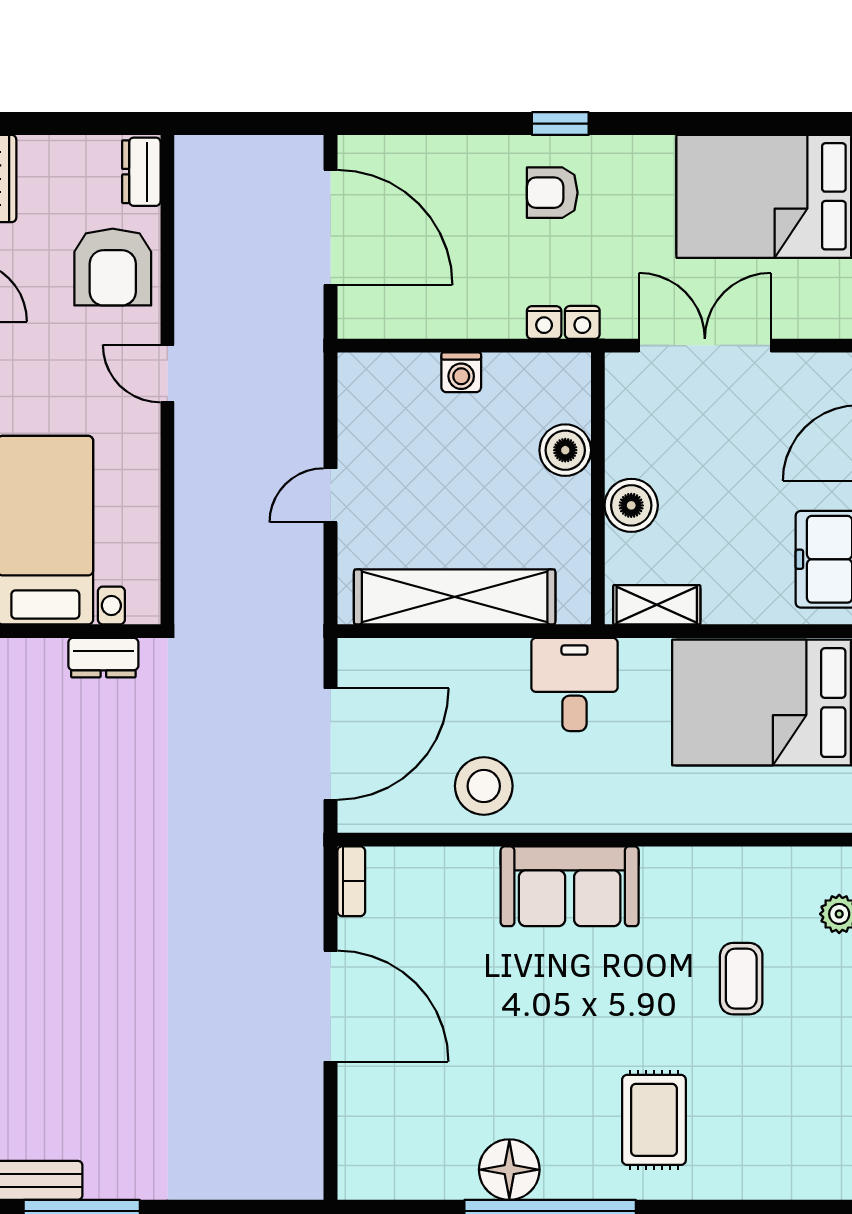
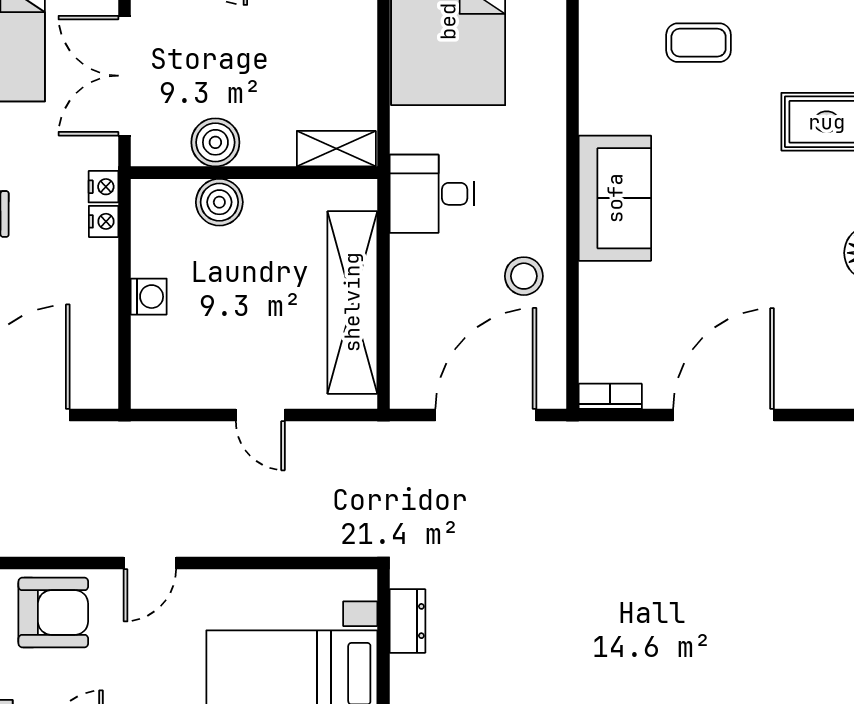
boiler: (631, 505) -> (215, 142), moved
shelving: (657, 605) -> (336, 149), moved, turned 90
door: (330, 744) -> (486, 415), hinge flipped
stool: (484, 786) -> (524, 276), width x0.73, depth x0.73

